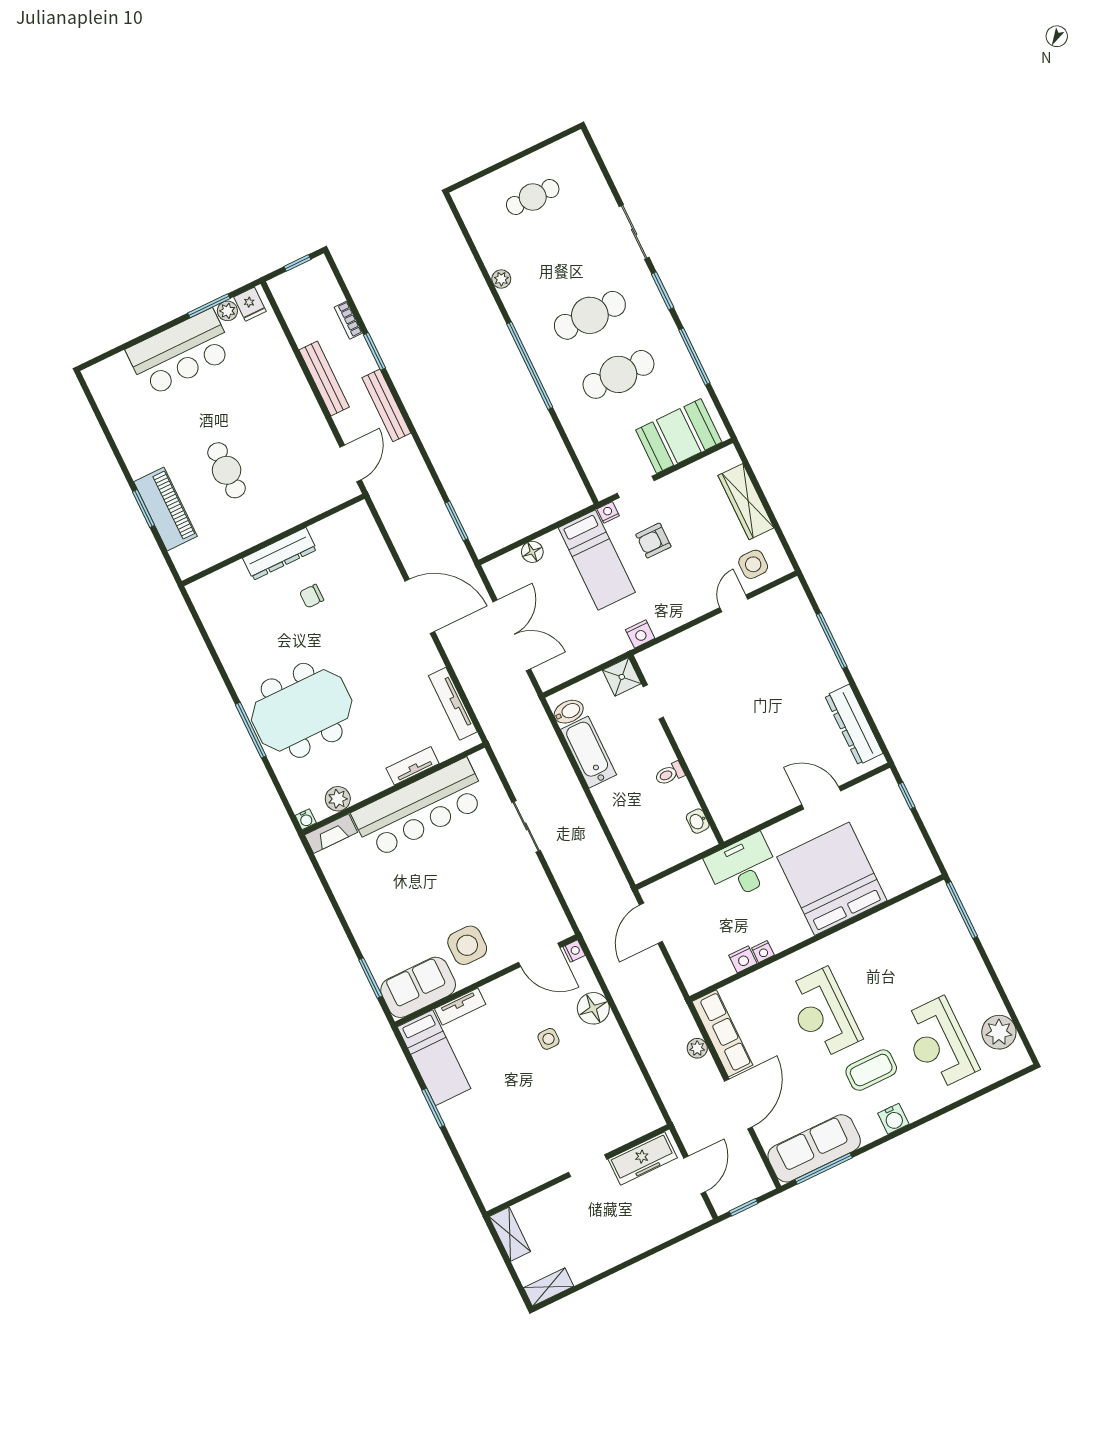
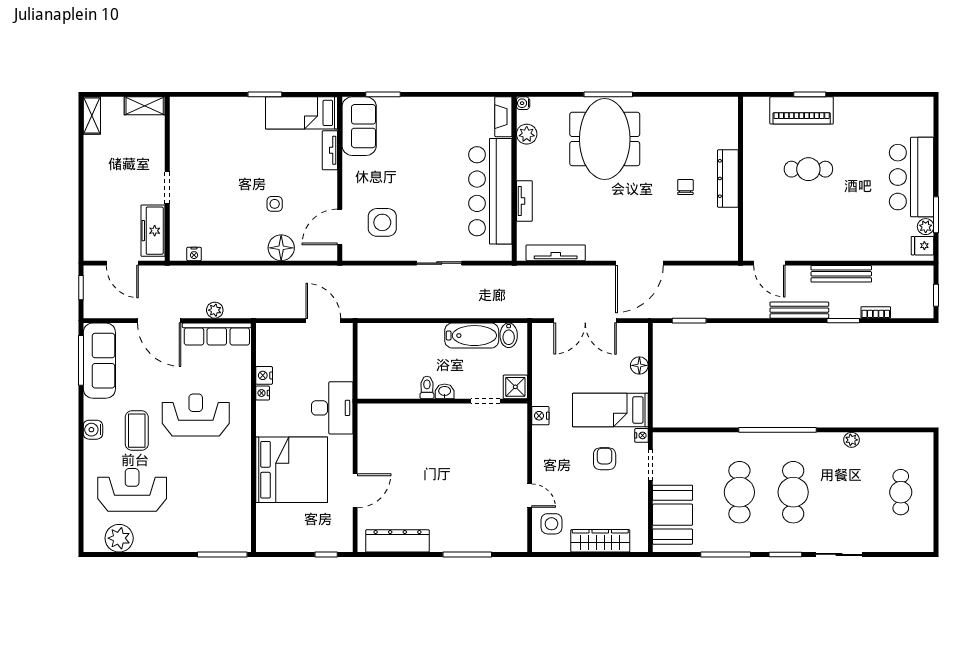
washbasin: (698, 821) -> (445, 391), moved
side table: (467, 945) -> (382, 222), moved
nightstand: (574, 951) -> (194, 254), moved

